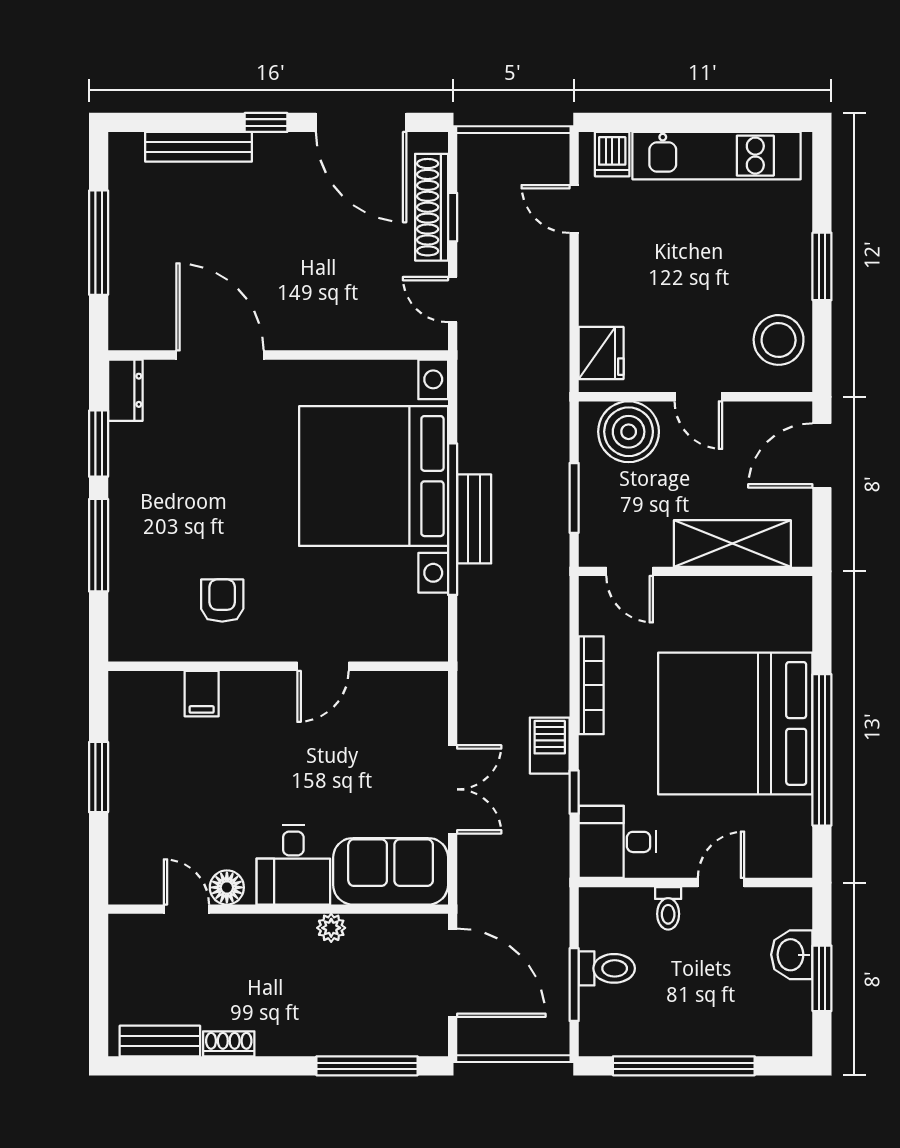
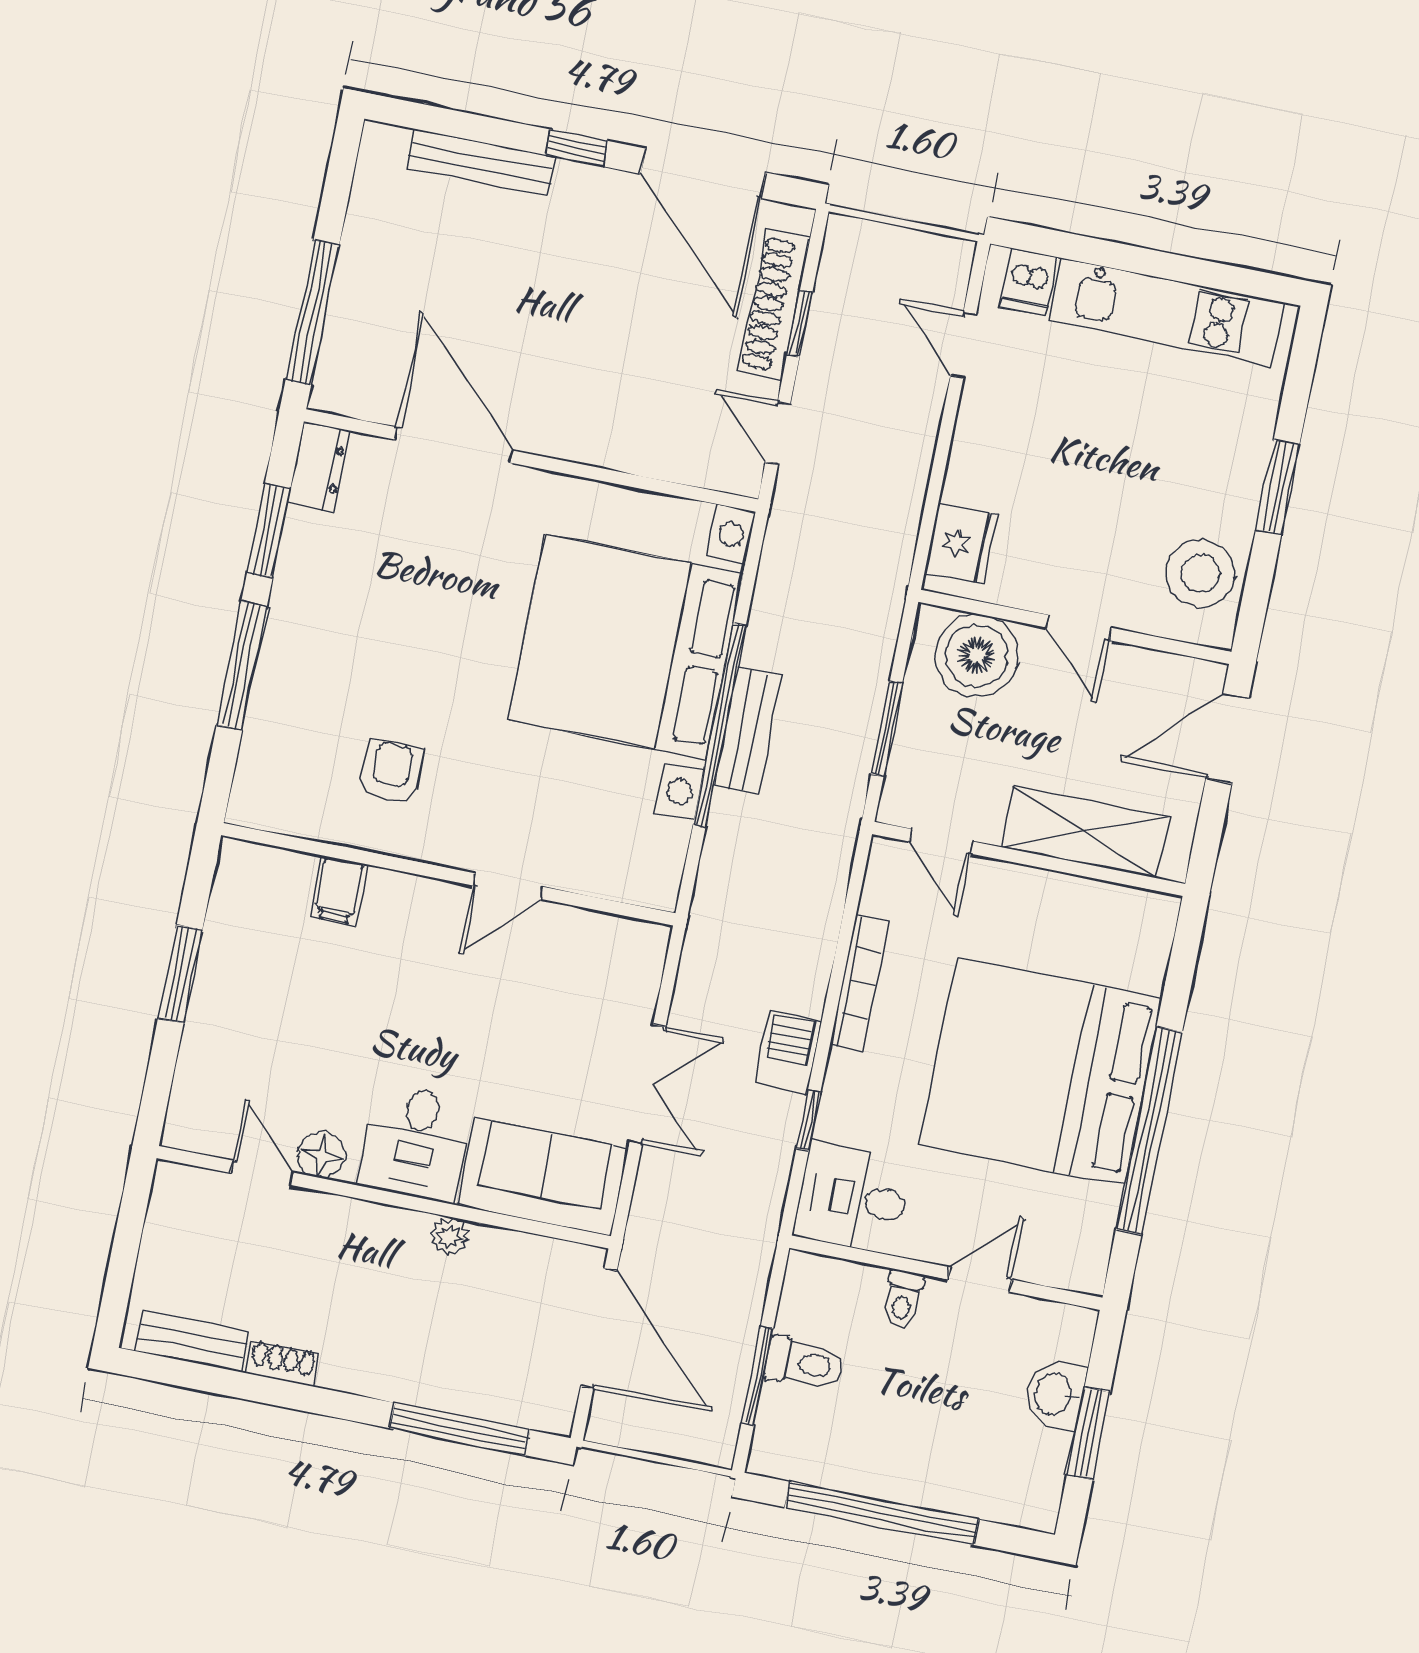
window: (99, 243) -> (312, 312), moved

